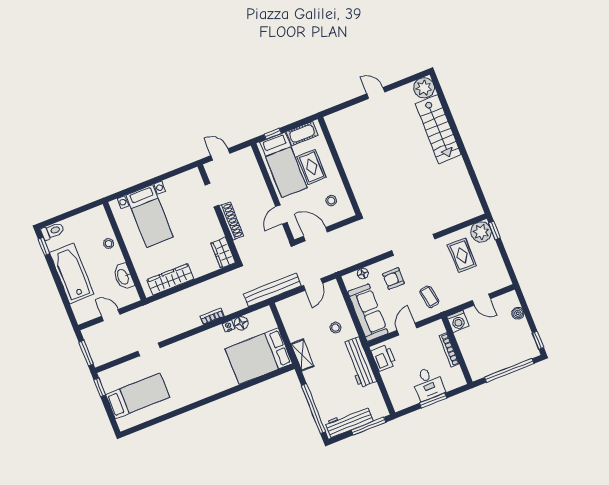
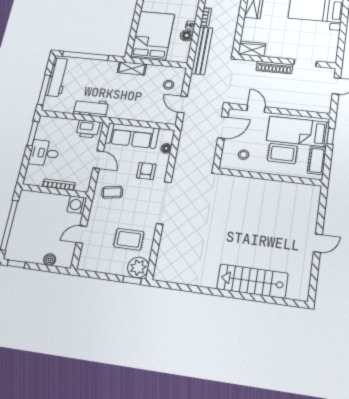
plant: (424, 88) -> (298, 290), removed
bench: (272, 290) -> (202, 51), moved
stool: (335, 328) -> (169, 85), moved
workbench: (359, 362) -> (91, 108), width x0.73
window: (433, 401) -> (33, 134), moved

